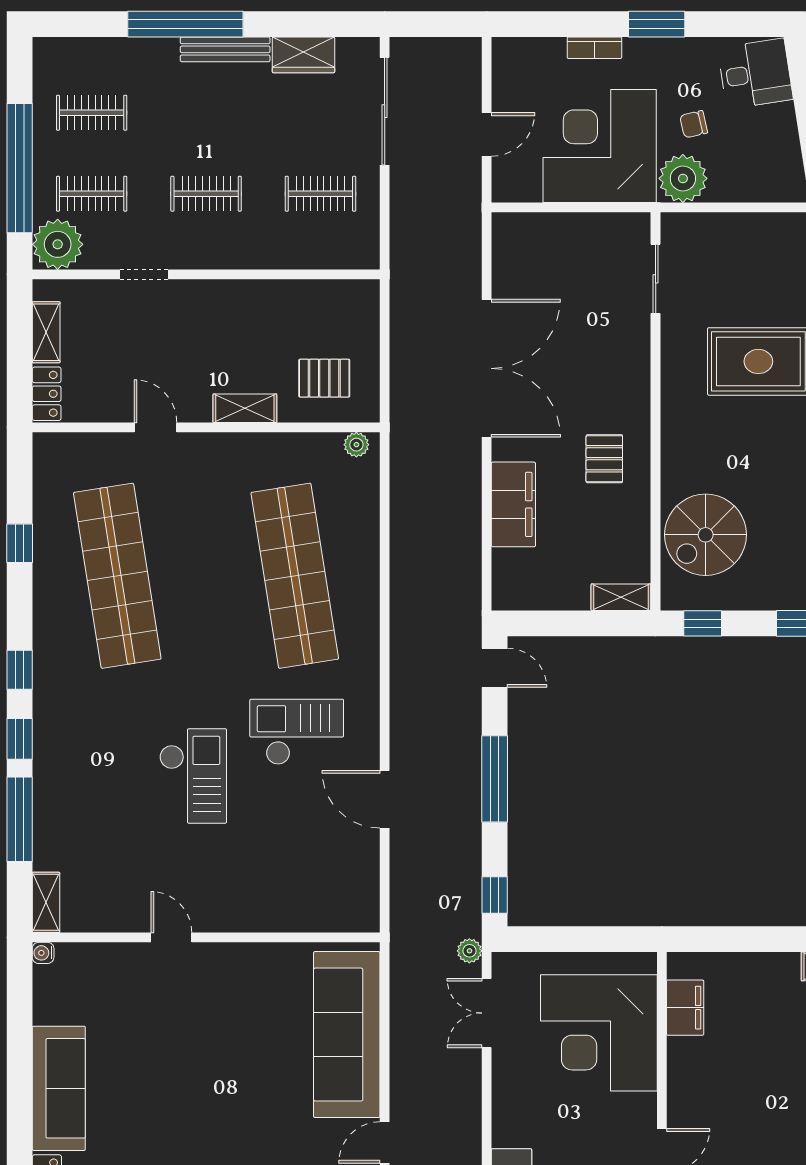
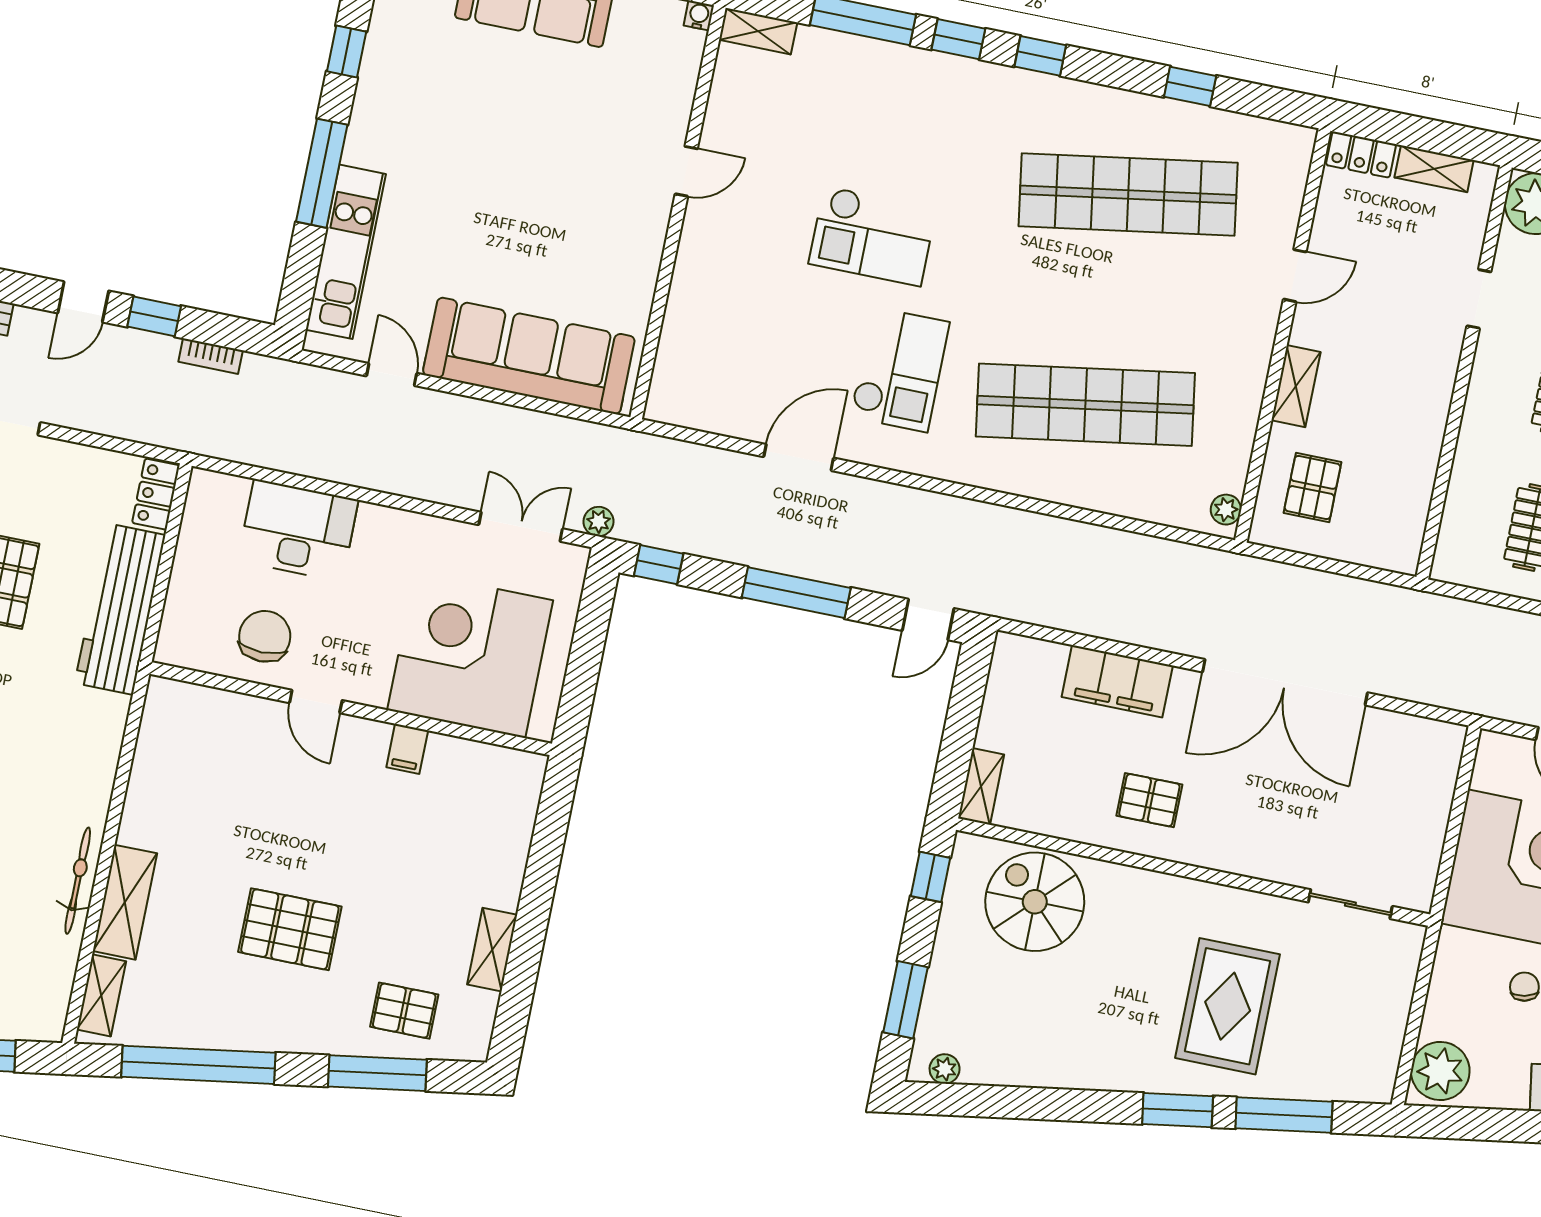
plant: (683, 178) -> (1440, 1071), moved
filing cabinet: (685, 1008) -> (407, 749), moved, width x0.50

